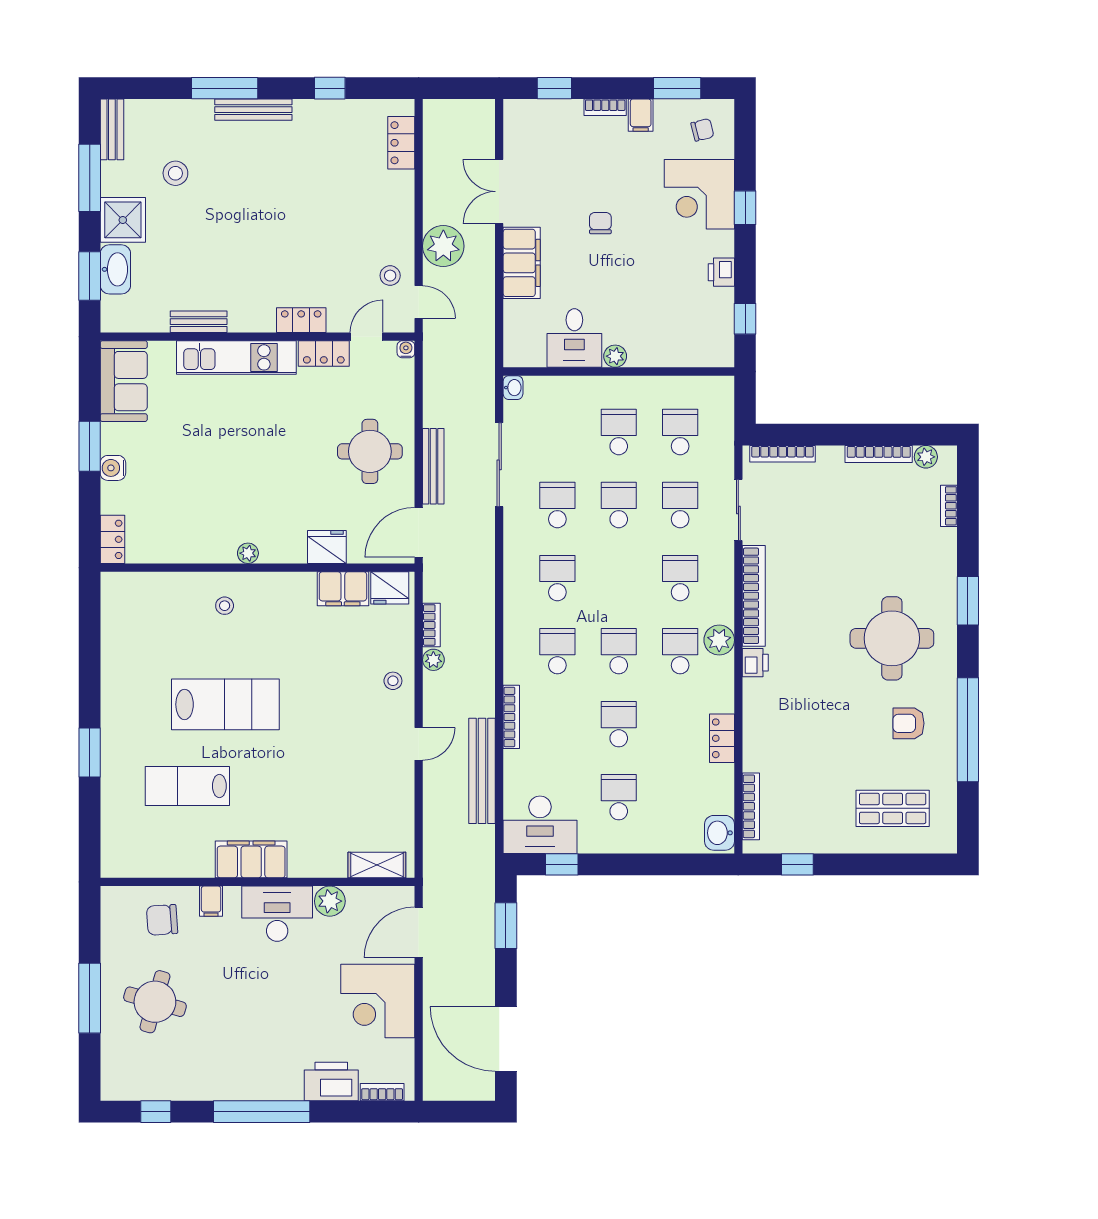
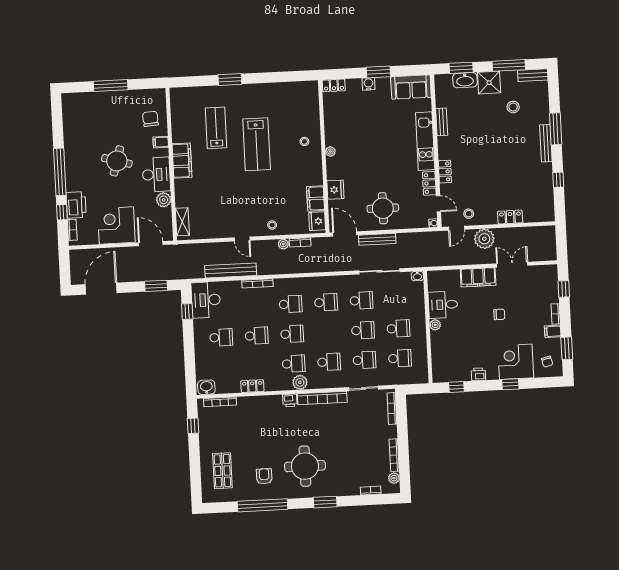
locker: (401, 143) -> (510, 217), moved
round table: (155, 1002) -> (117, 161), moved
window: (156, 1112) -> (62, 212), moved

